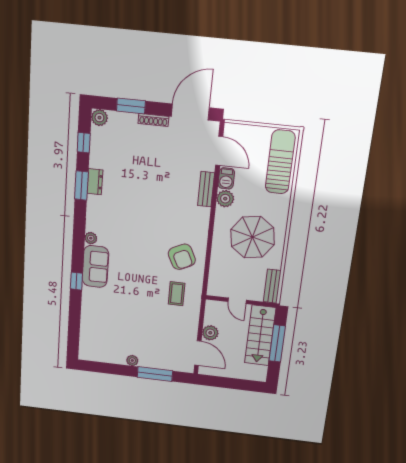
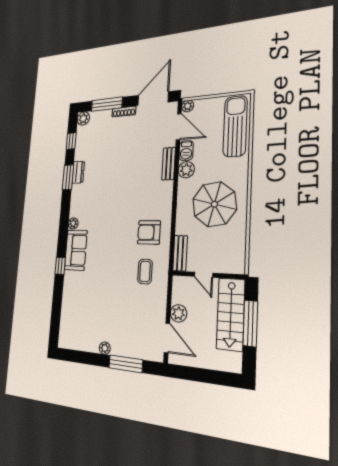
window: (131, 106) -> (107, 104), width x1.44
plant: (231, 129) -> (188, 106), added
armchair: (182, 257) -> (149, 232), turned 116
bench: (272, 286) -> (180, 253), moved

